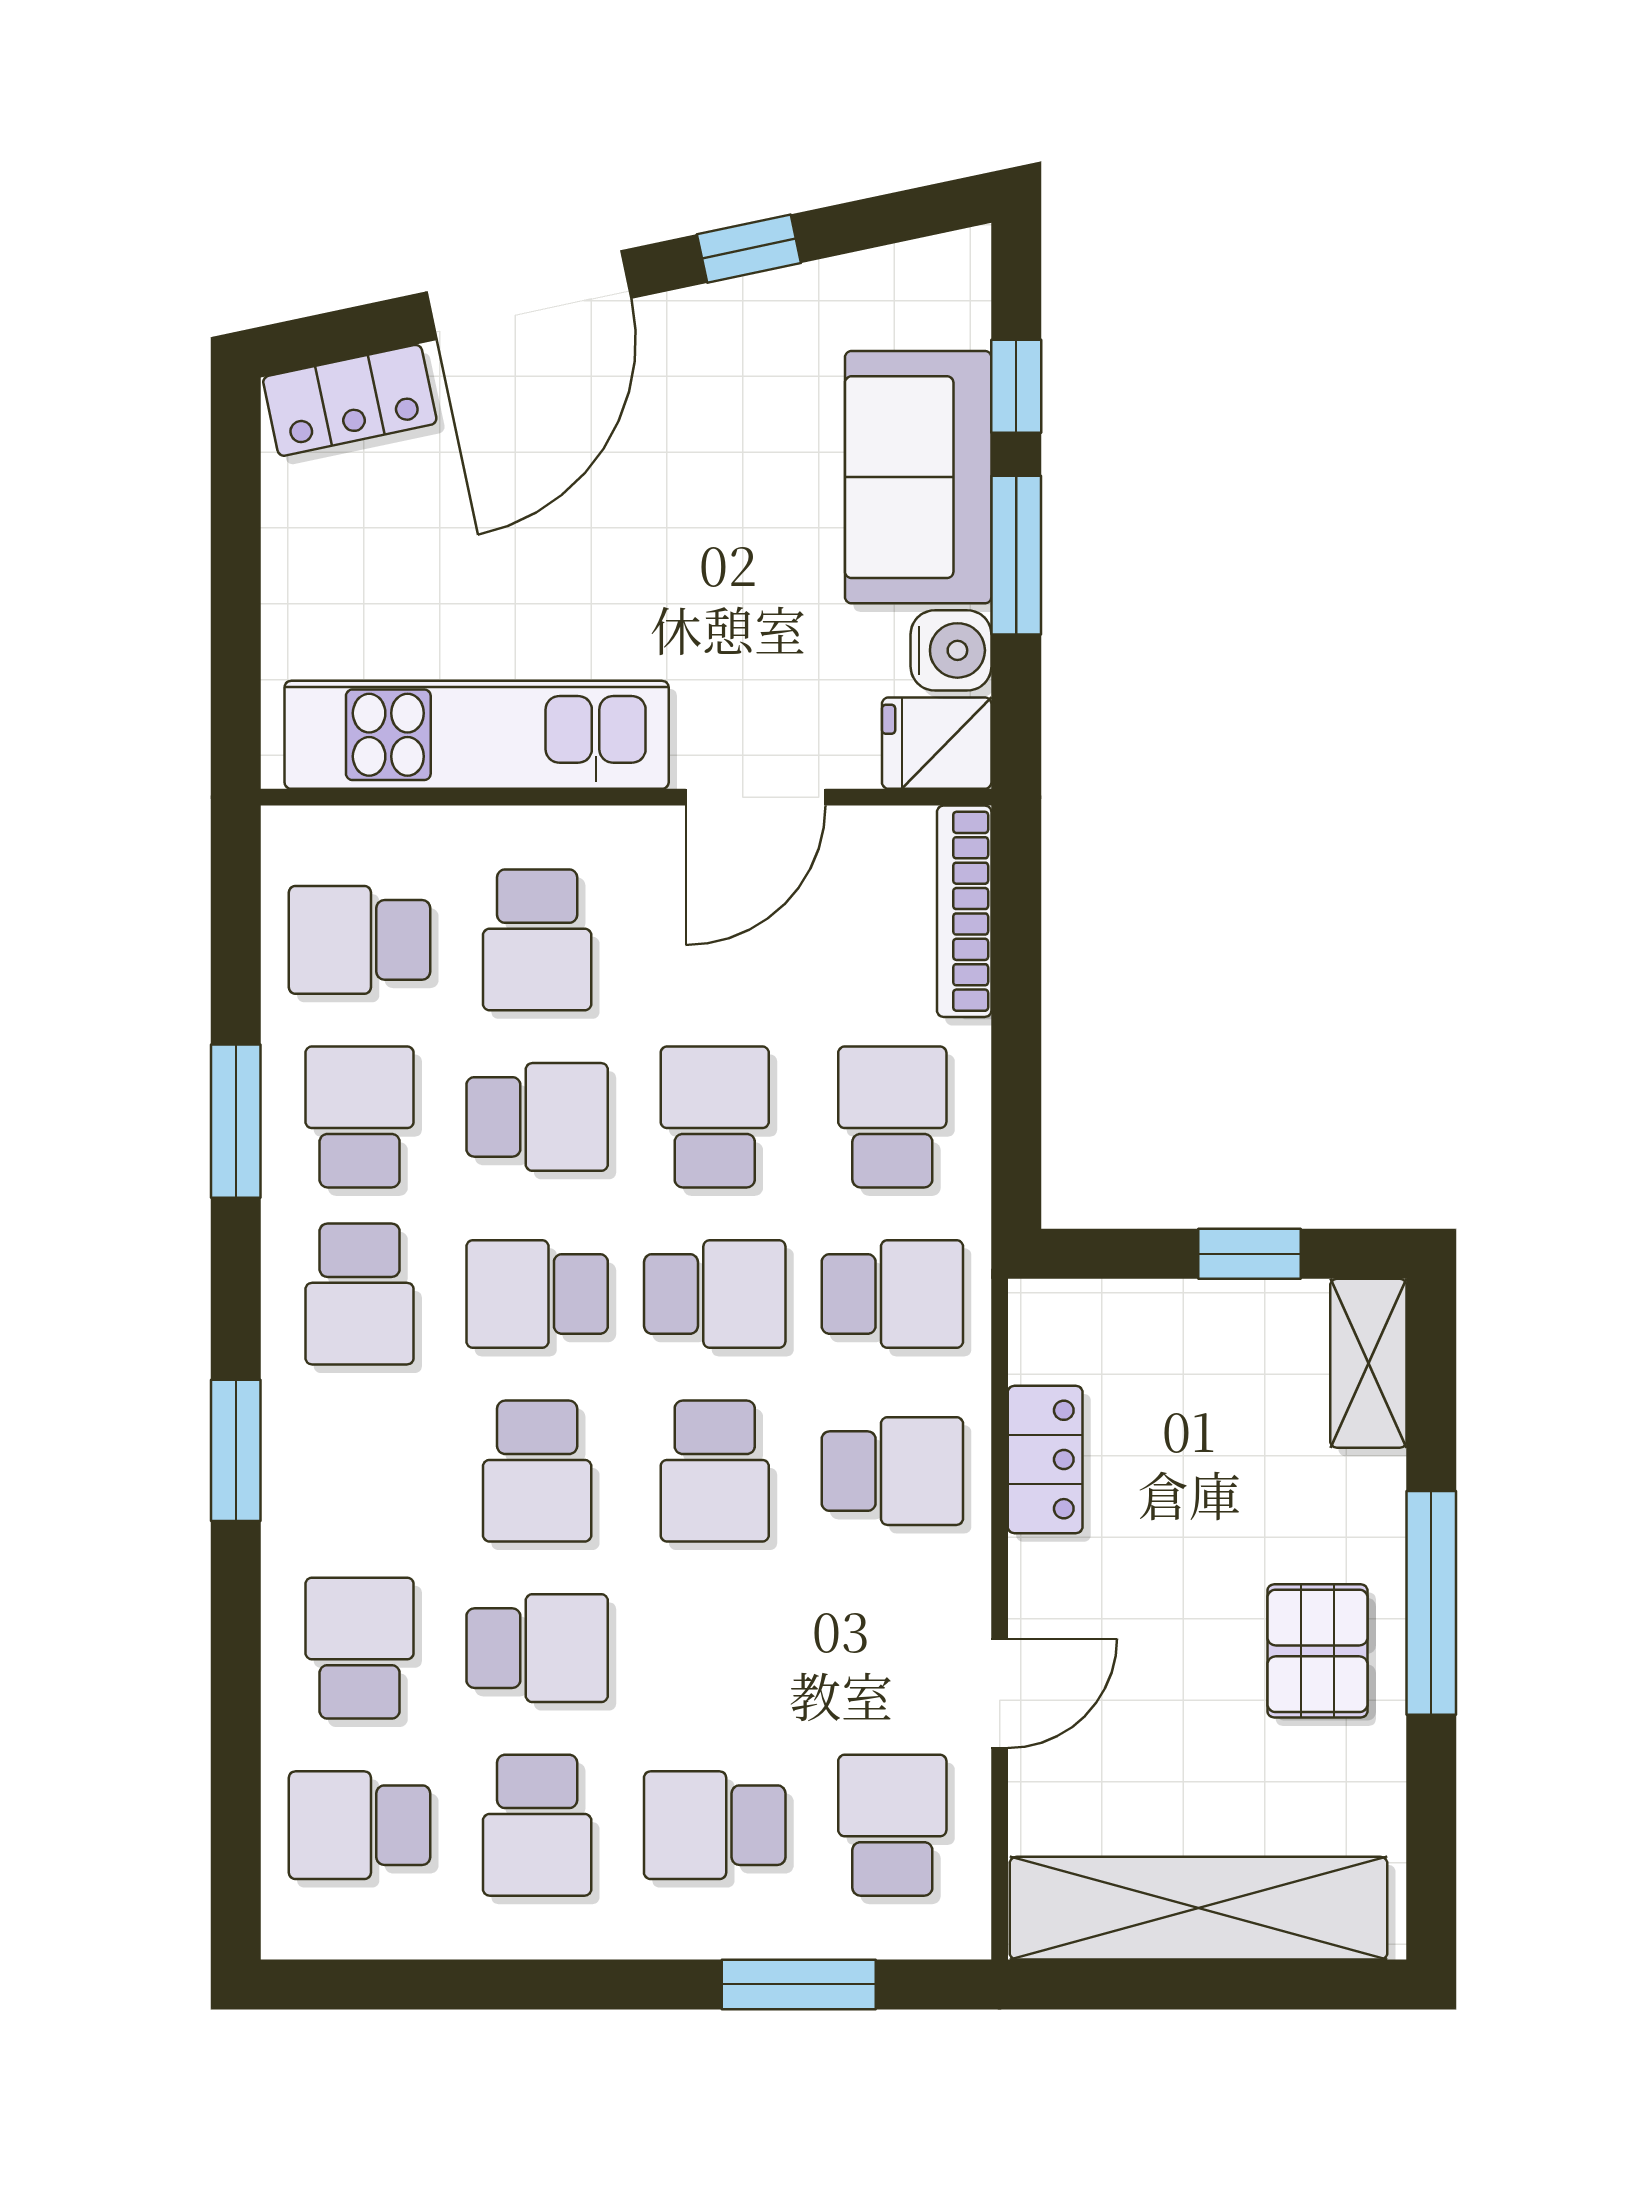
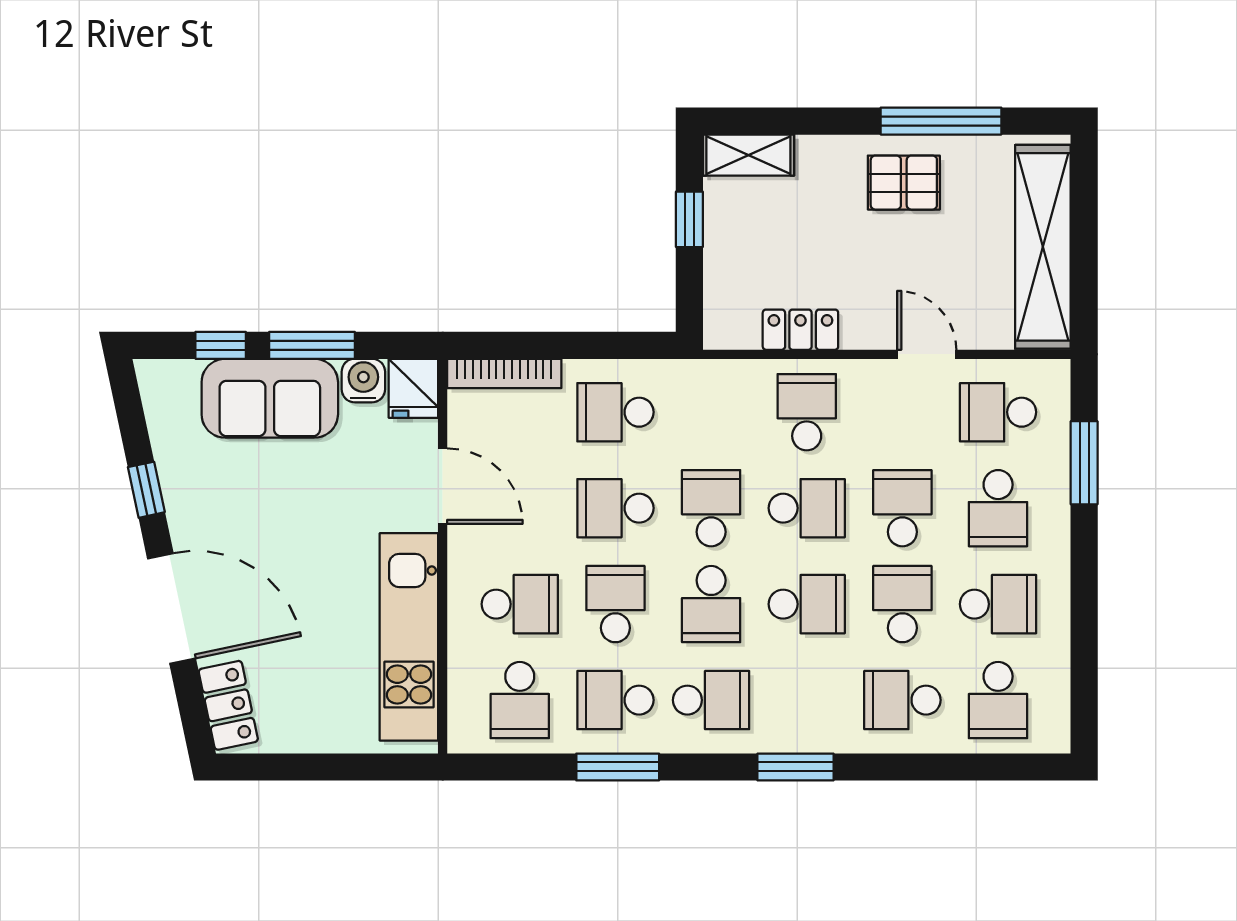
school desk: (892, 1294) -> (902, 508), moved
window: (1431, 1603) -> (941, 121), moved

